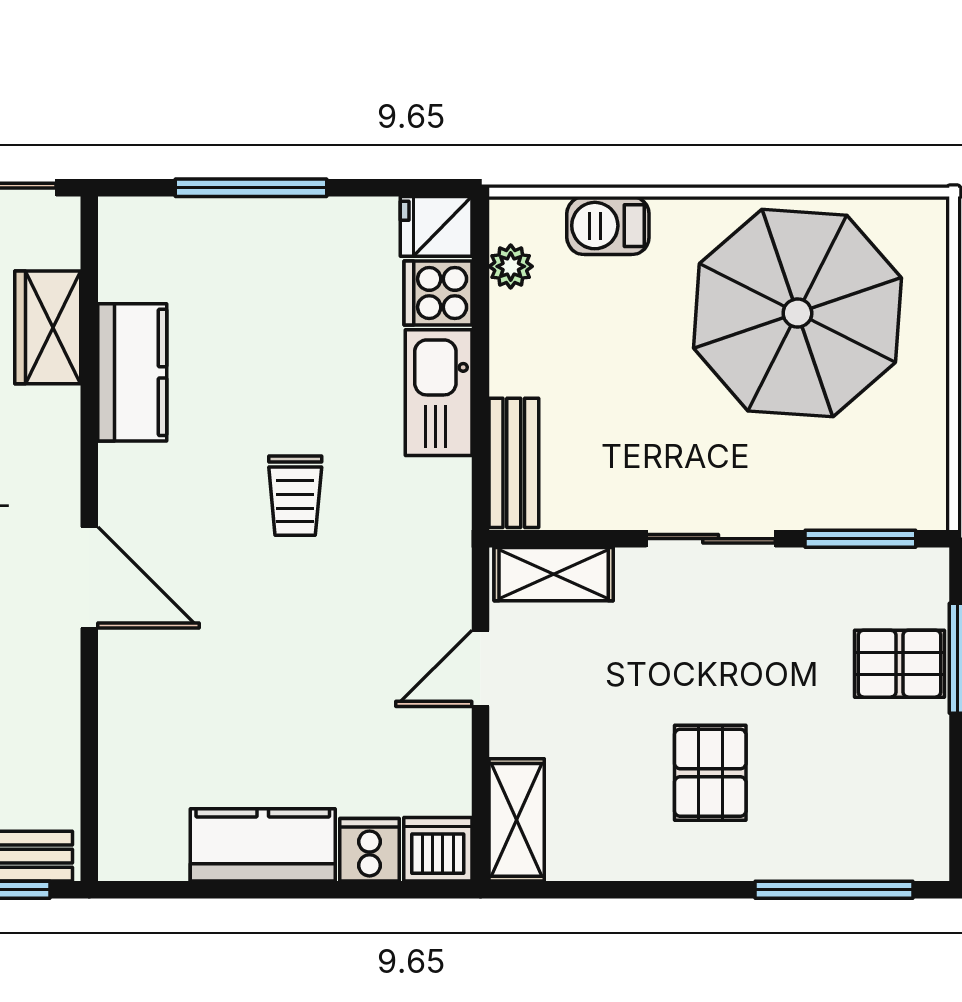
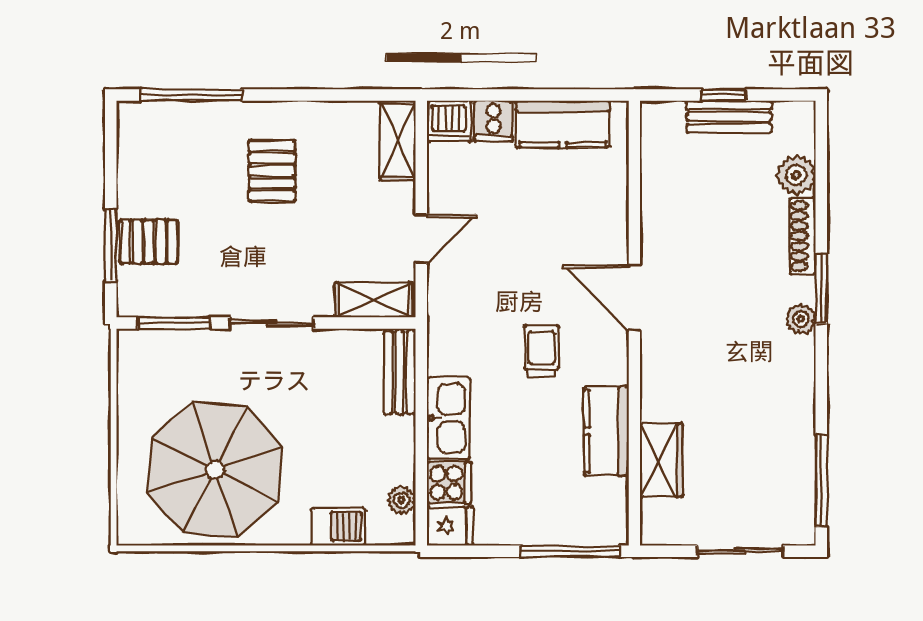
wardrobe: (48, 327) -> (661, 460), moved
kitchen counter: (132, 372) -> (606, 431), moved
wall: (89, 539) -> (634, 323), moved
door: (89, 578) -> (634, 298), moved

